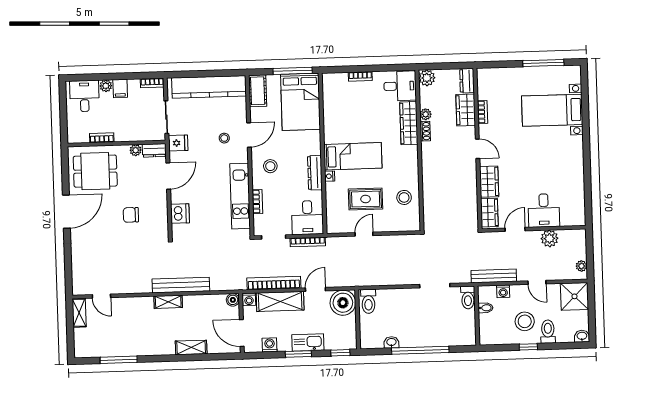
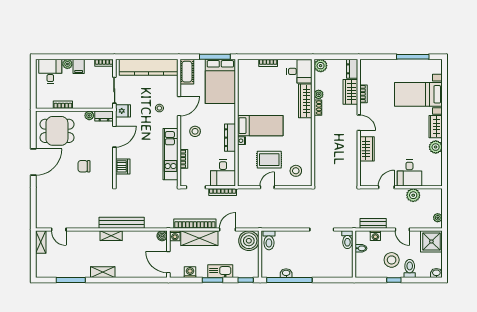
plant: (576, 176) -> (436, 147), added
stool: (404, 197) -> (296, 171), moved
wardrobe: (489, 213) -> (436, 127), moved, turned 180
bench: (494, 276) -> (373, 223), width x0.73
shelving: (191, 347) -> (103, 272), moved
window: (420, 350) -> (289, 280), moved

